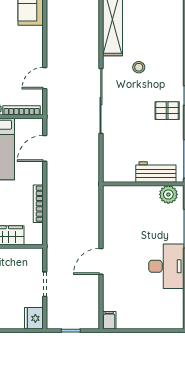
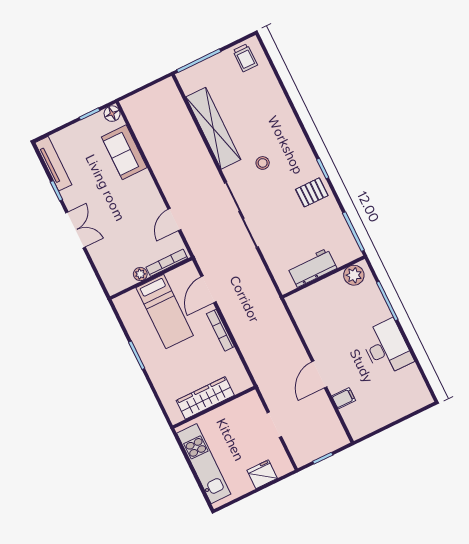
workbench: (156, 172) -> (312, 268), moved
bookcase: (38, 204) -> (220, 330), moved
fridge: (34, 318) -> (262, 474), moved, turned 90
filing cabinet: (109, 320) -> (344, 398), moved, turned 90

